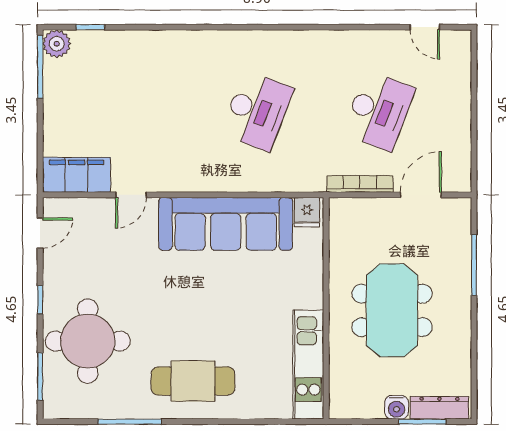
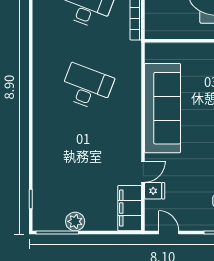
plant: (57, 44) -> (75, 221), moved
door: (131, 195) -> (143, 172), hinge flipped
fridge: (307, 212) -> (155, 191), moved

